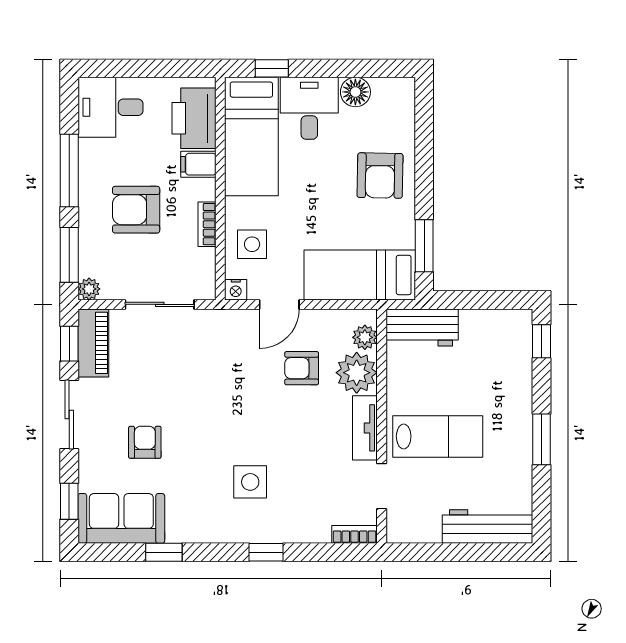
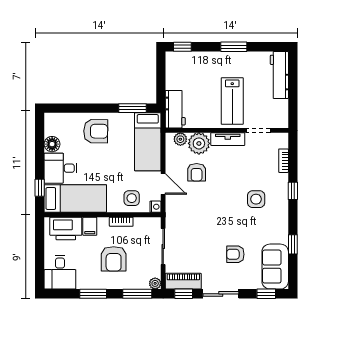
window: (69, 171) -> (93, 294), width x0.69
lab bench: (438, 436) -> (232, 101), turned 180
bookcase: (355, 534) -> (284, 161), moved

